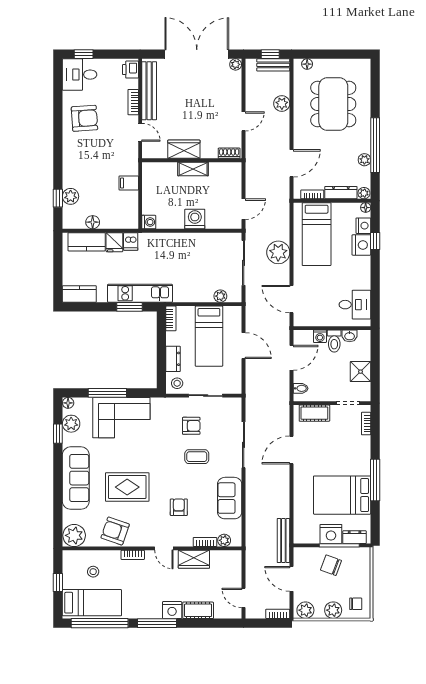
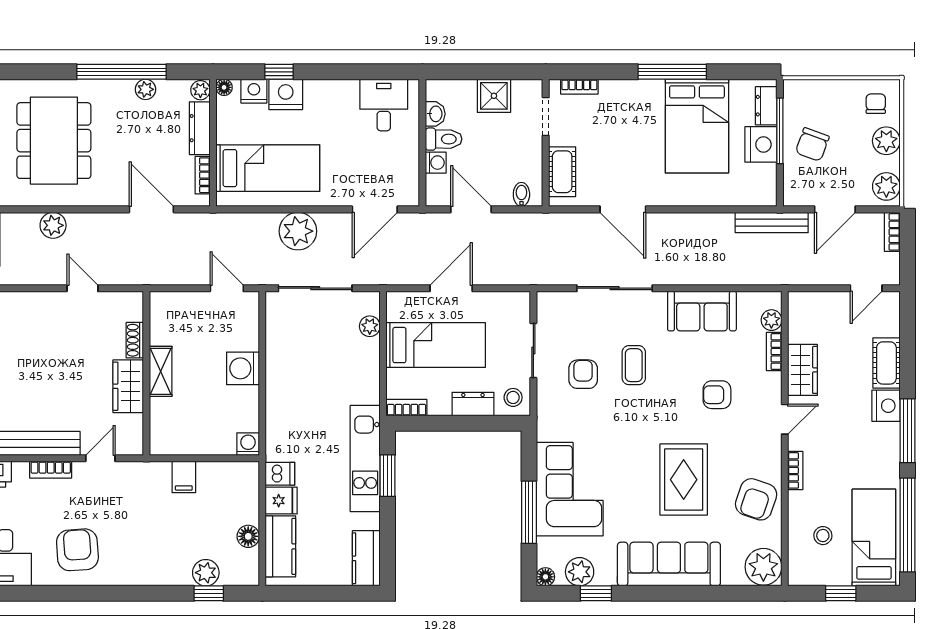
dining table: (333, 104) -> (54, 141), turned 90
shoe rack: (229, 153) -> (135, 340), moved

